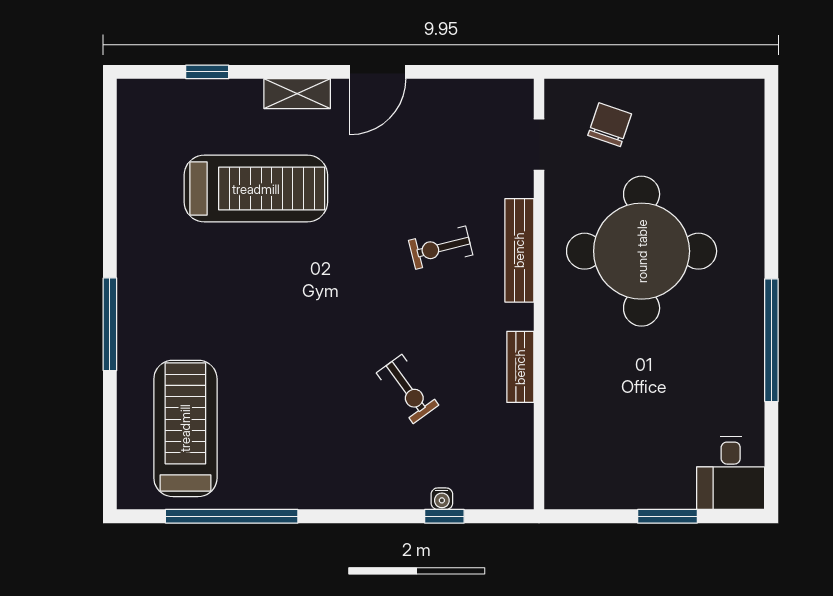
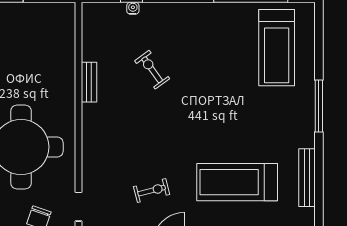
exercise bike: (441, 248) -> (152, 191), moved
bench: (519, 250) -> (307, 178), moved

